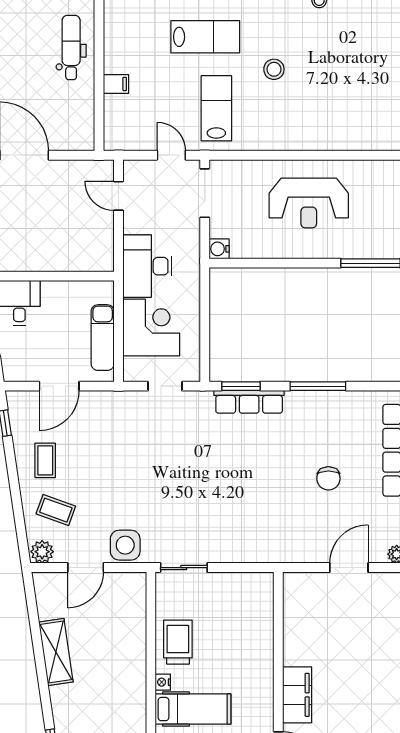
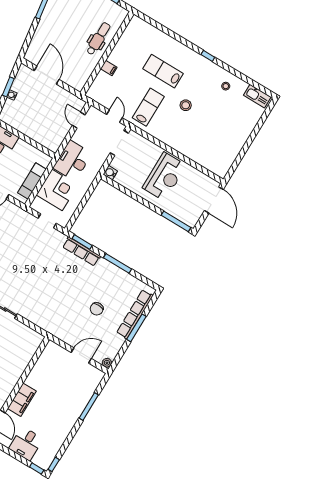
lab bench: (205, 37) -> (163, 71), turned 180
reception desk: (309, 203) -> (164, 177), turned -90

